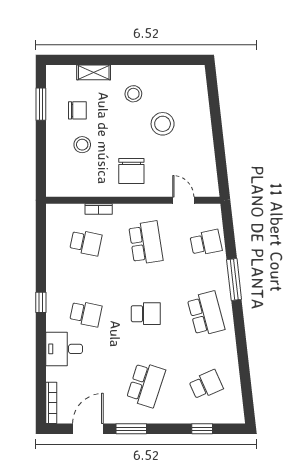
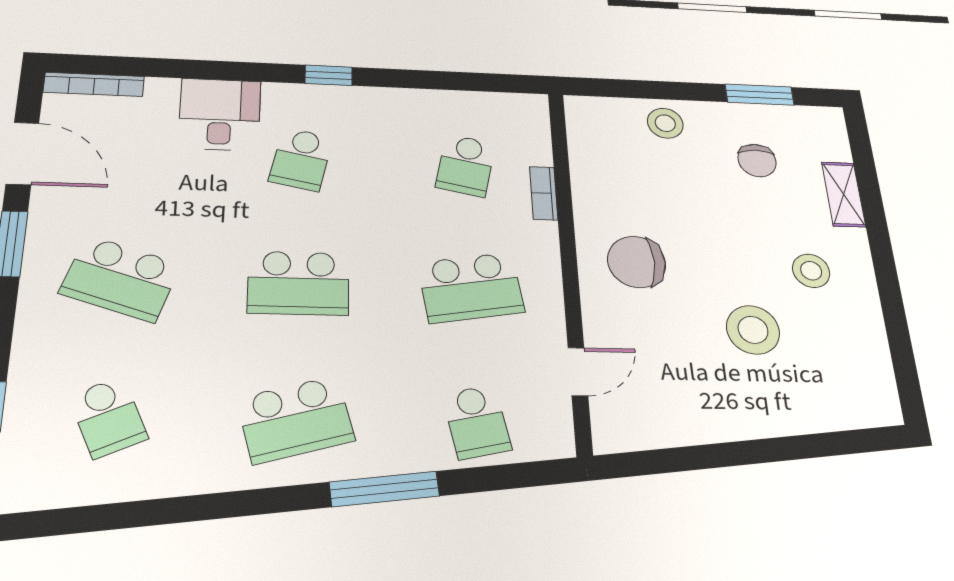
stool: (82, 145) -> (665, 123), moved
school desk: (146, 314) -> (298, 283), width x1.85

